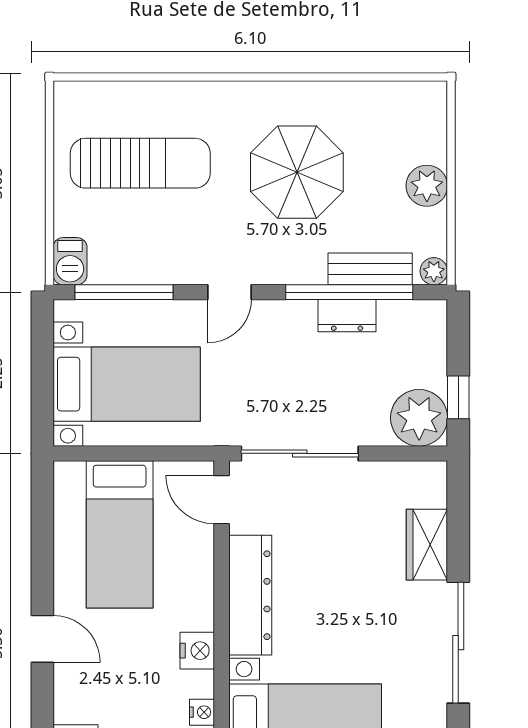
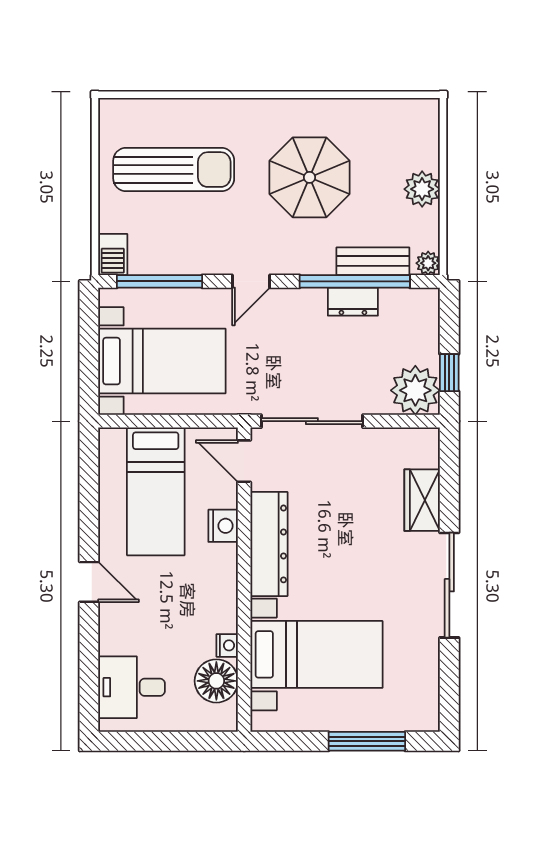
nightstand: (197, 651) -> (223, 526), moved

